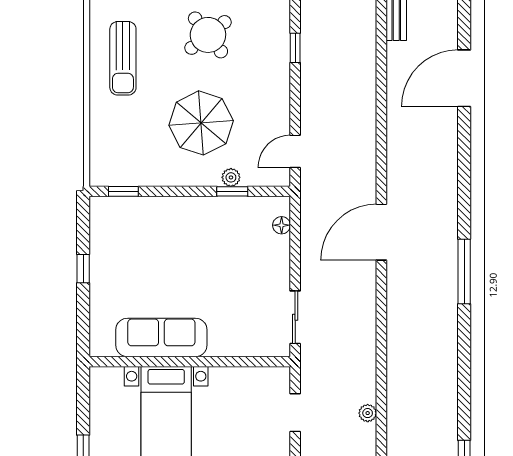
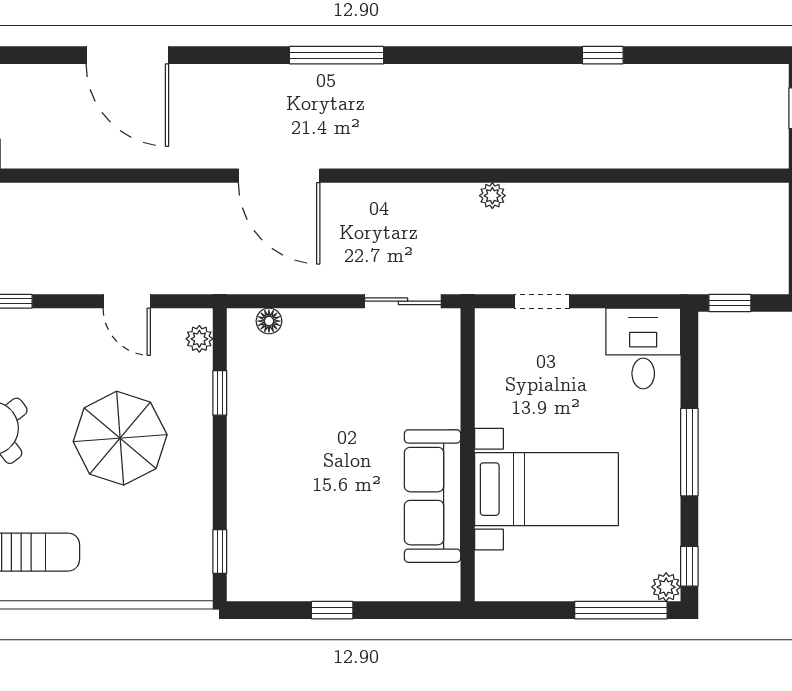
door: (464, 78) -> (127, 55), moved
door: (295, 151) -> (127, 301), moved
plant: (231, 177) -> (199, 339), moved
plant: (368, 413) -> (492, 196), moved

